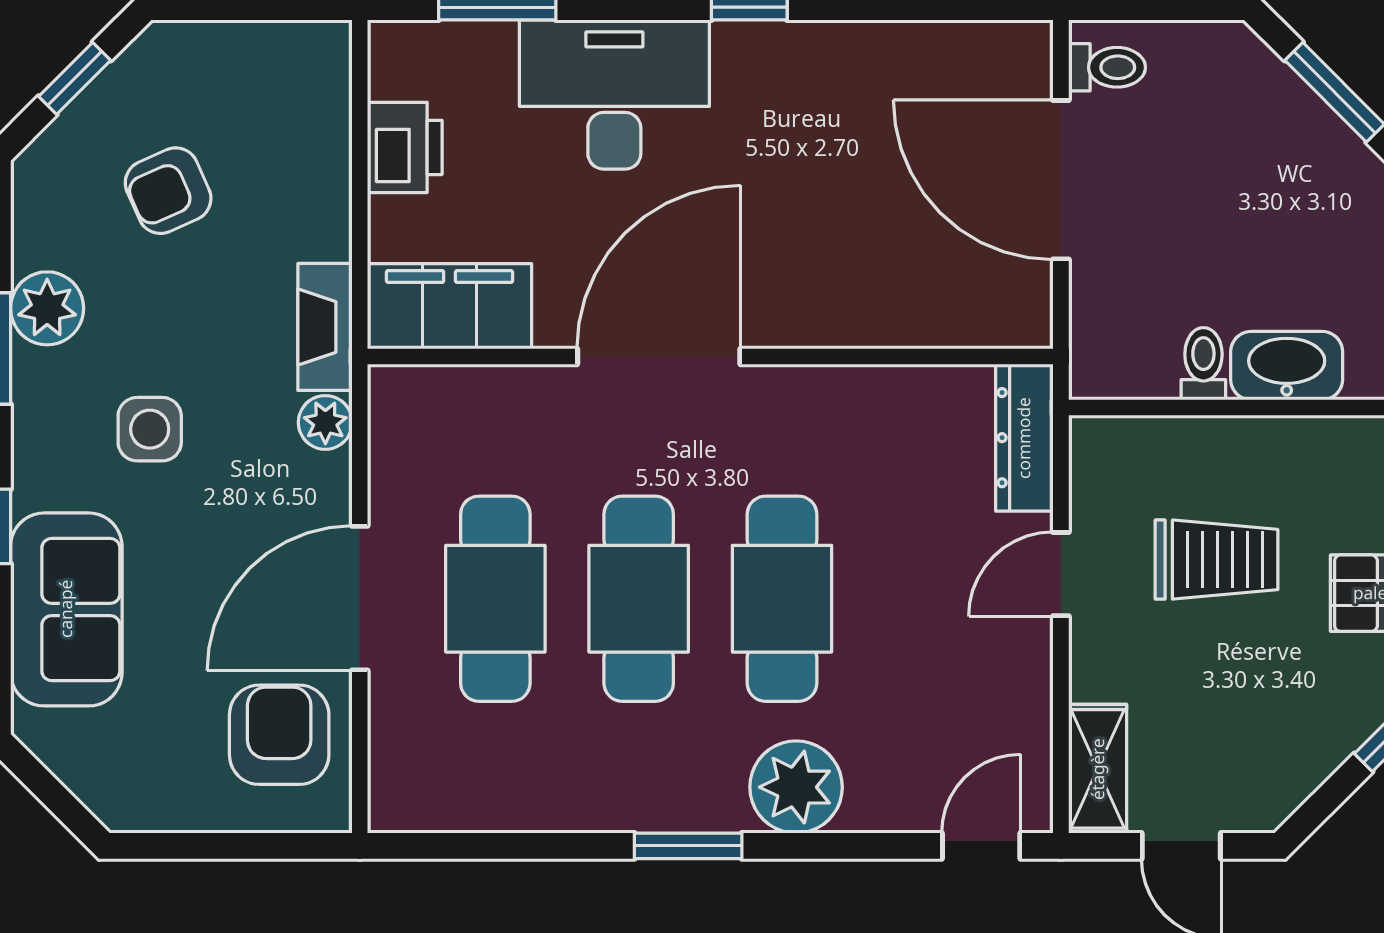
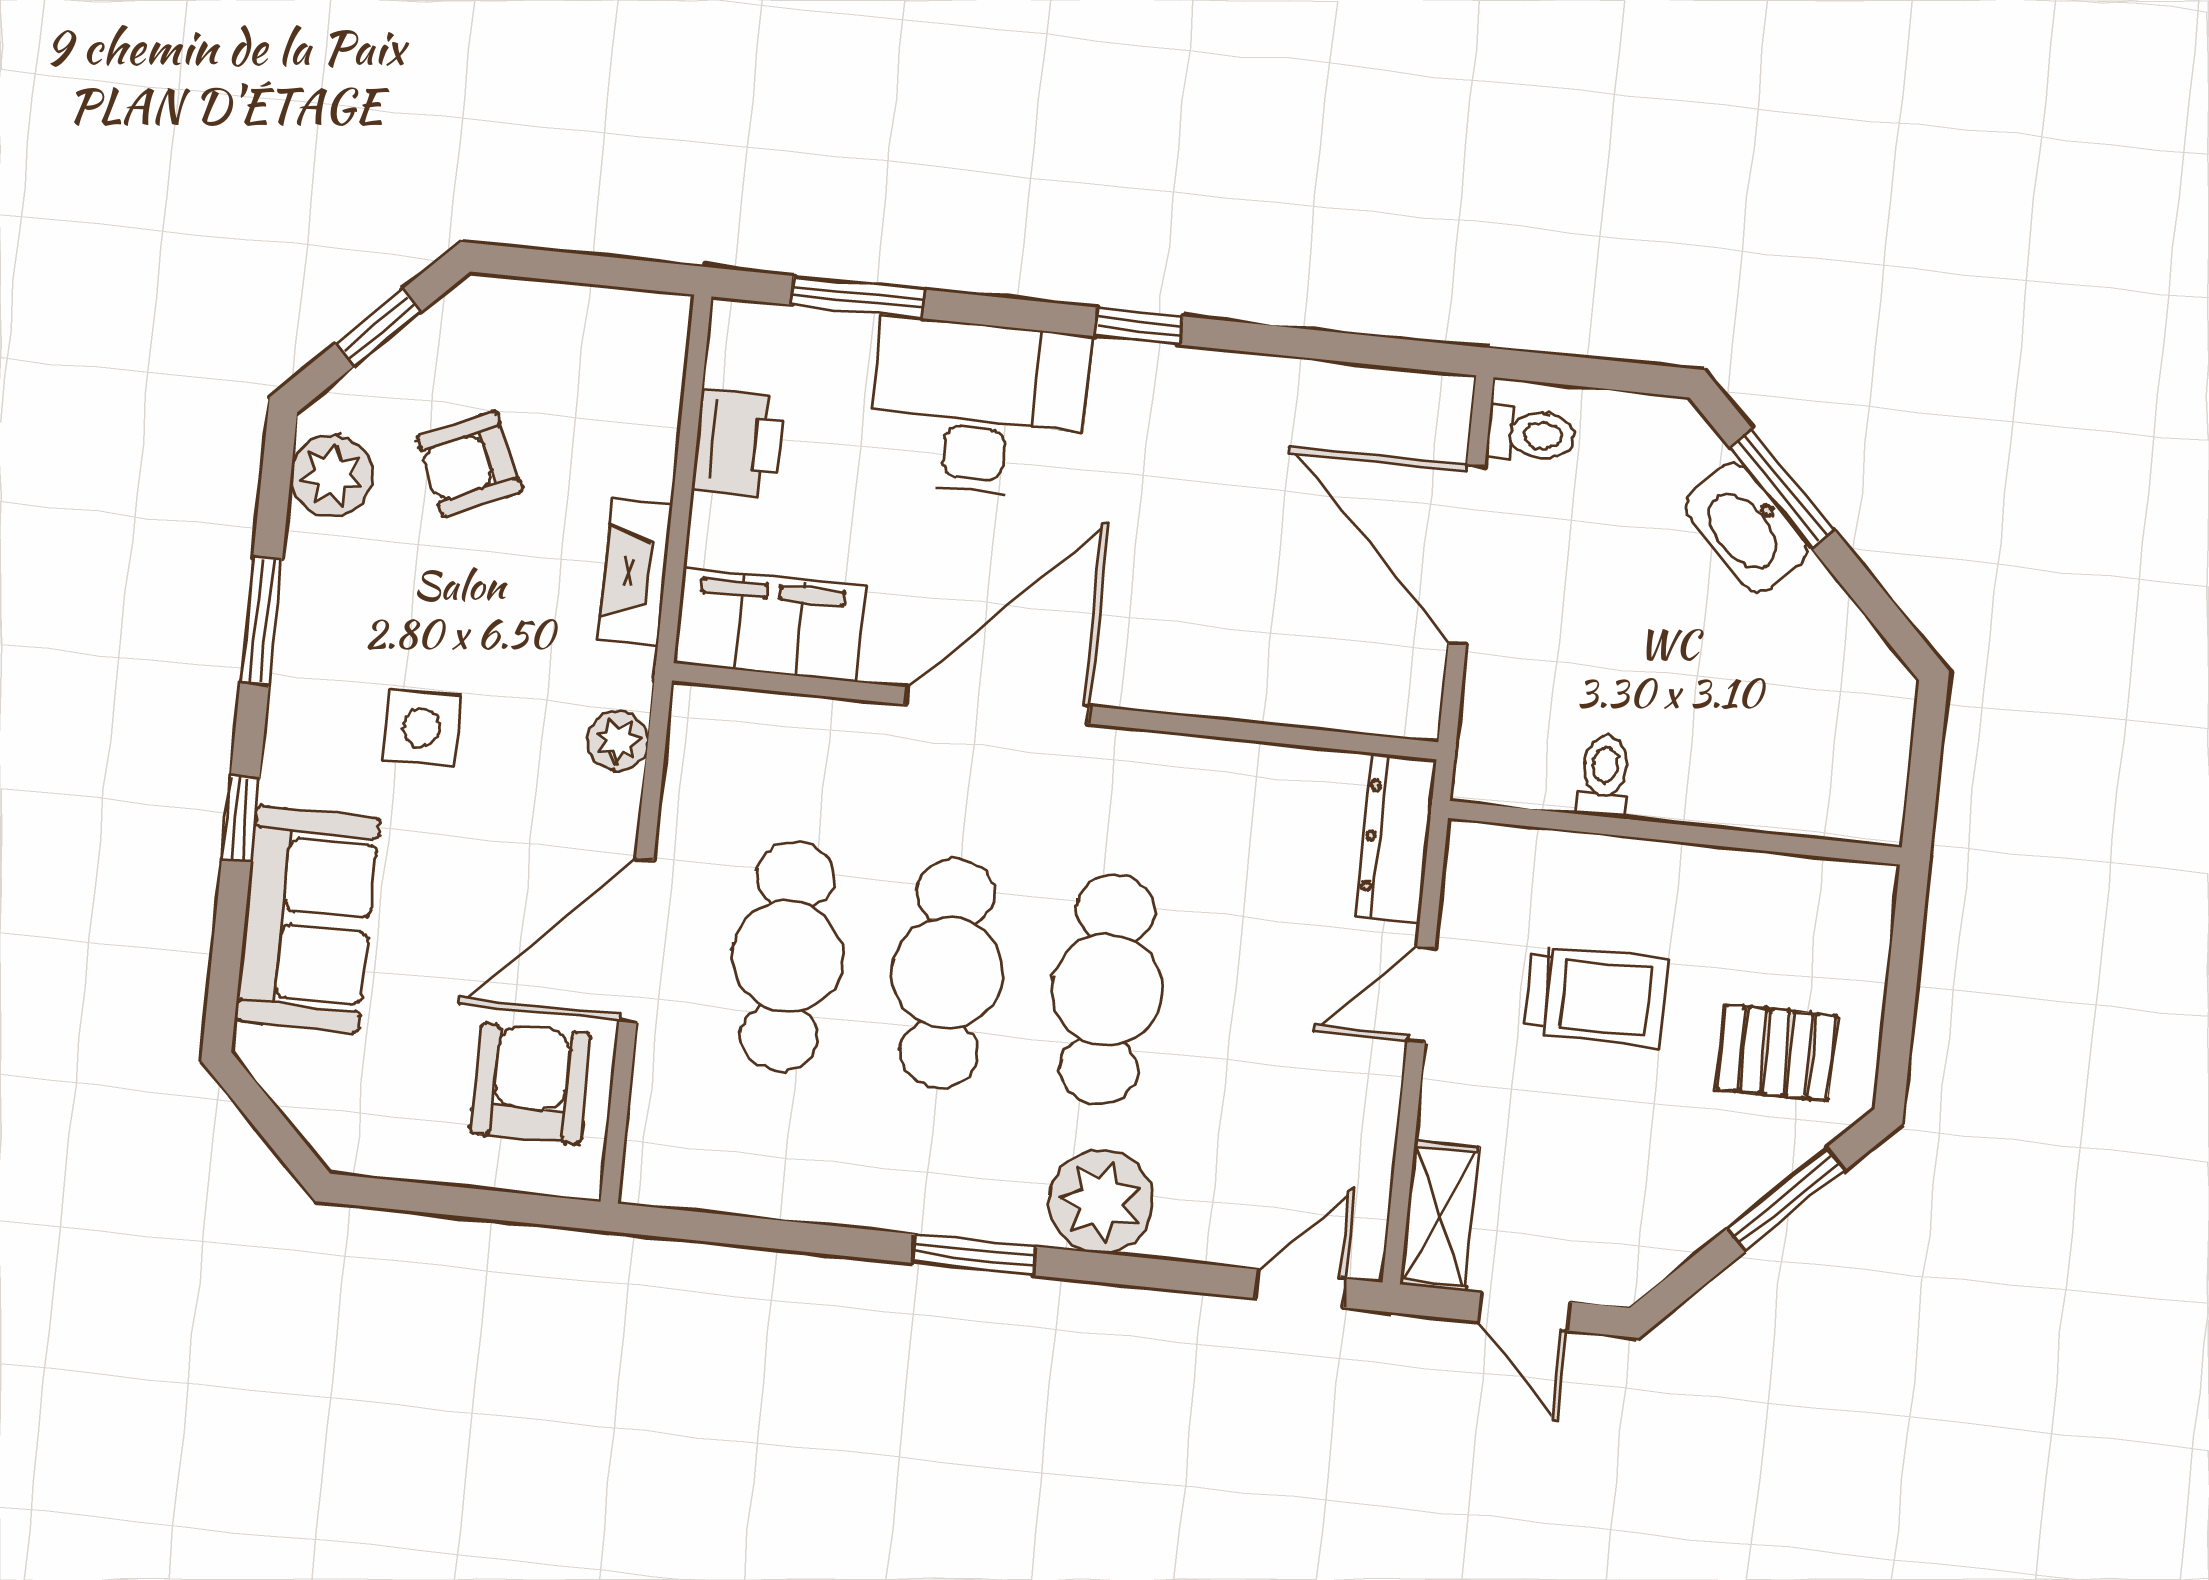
plant: (47, 308) -> (332, 475), moved
fireplace: (325, 327) -> (635, 573), moved
washbasin: (1287, 366) -> (1746, 528), moved, turned -135

